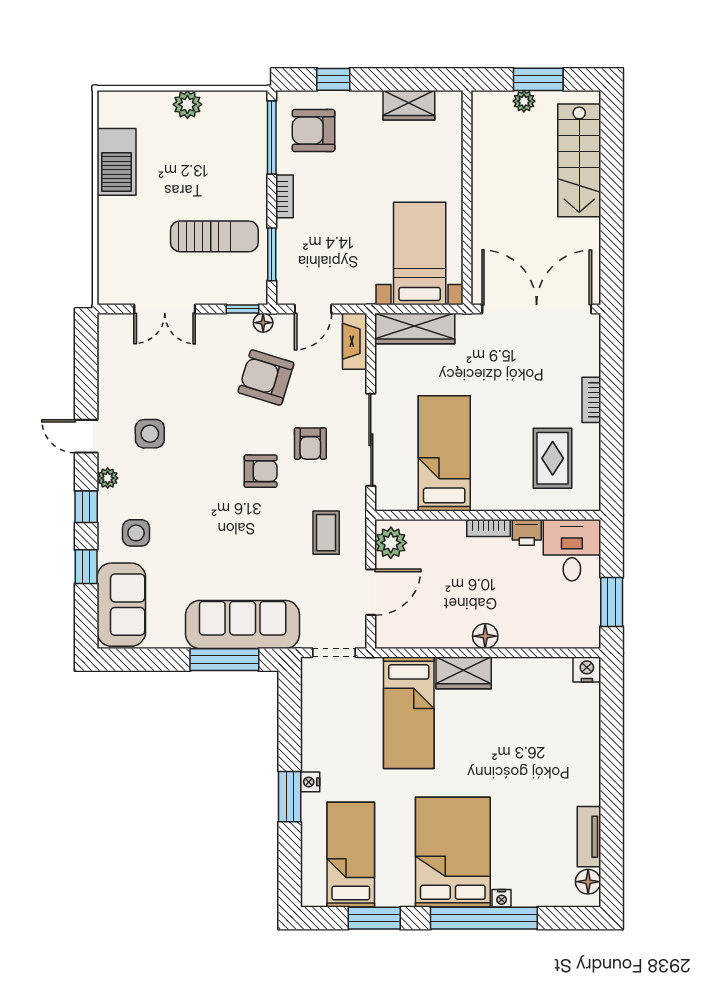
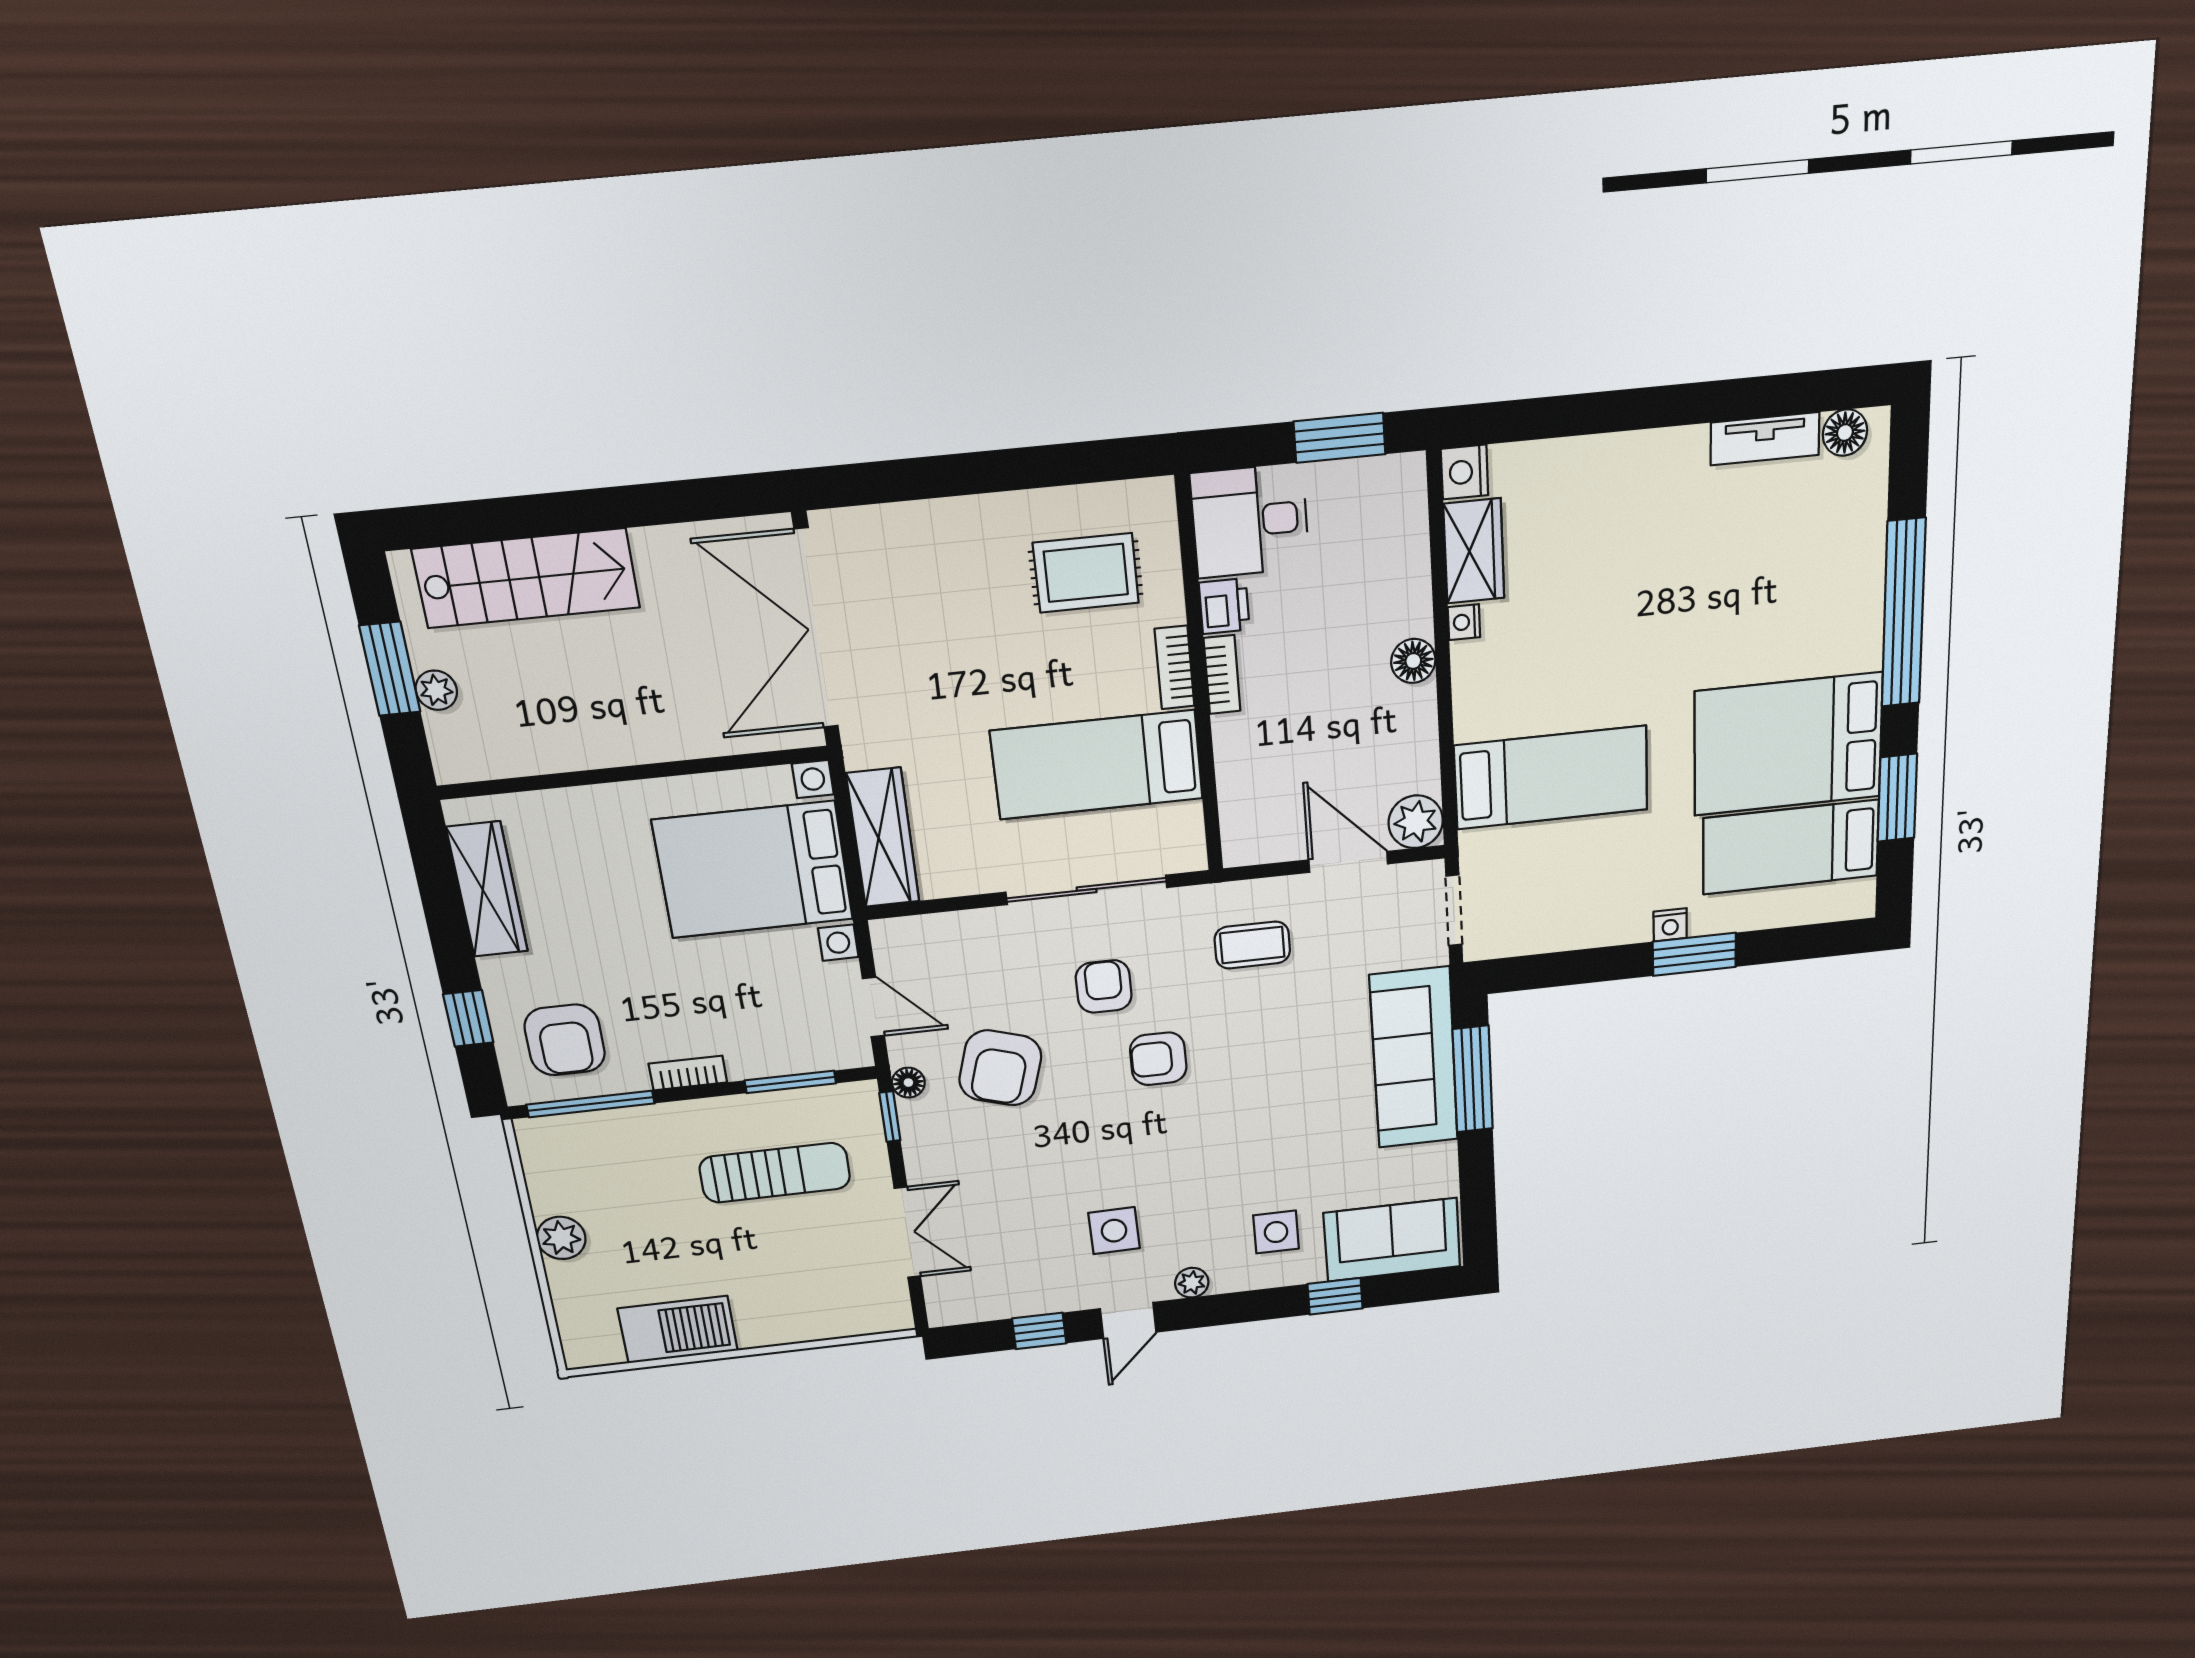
wardrobe: (409, 105) -> (487, 889), width x1.50
sun lounger: (214, 236) -> (775, 1173), turned 90
bed with nightstands: (420, 253) -> (753, 870), width x1.36
fireplace: (355, 341) -> (919, 934), removed
bookcase: (591, 400) -> (1175, 667), moved, turned 90
armchair: (310, 444) -> (1104, 986), turned -90
armchair: (261, 471) -> (1158, 1059), turned -90
window: (86, 507) -> (1039, 1331), moved
plant: (391, 543) -> (1416, 822), moved
wardrobe: (464, 673) -> (1474, 551), moved
bed: (453, 852) -> (1788, 744), moved
nightstand: (502, 898) -> (1464, 622), moved, turned 180

